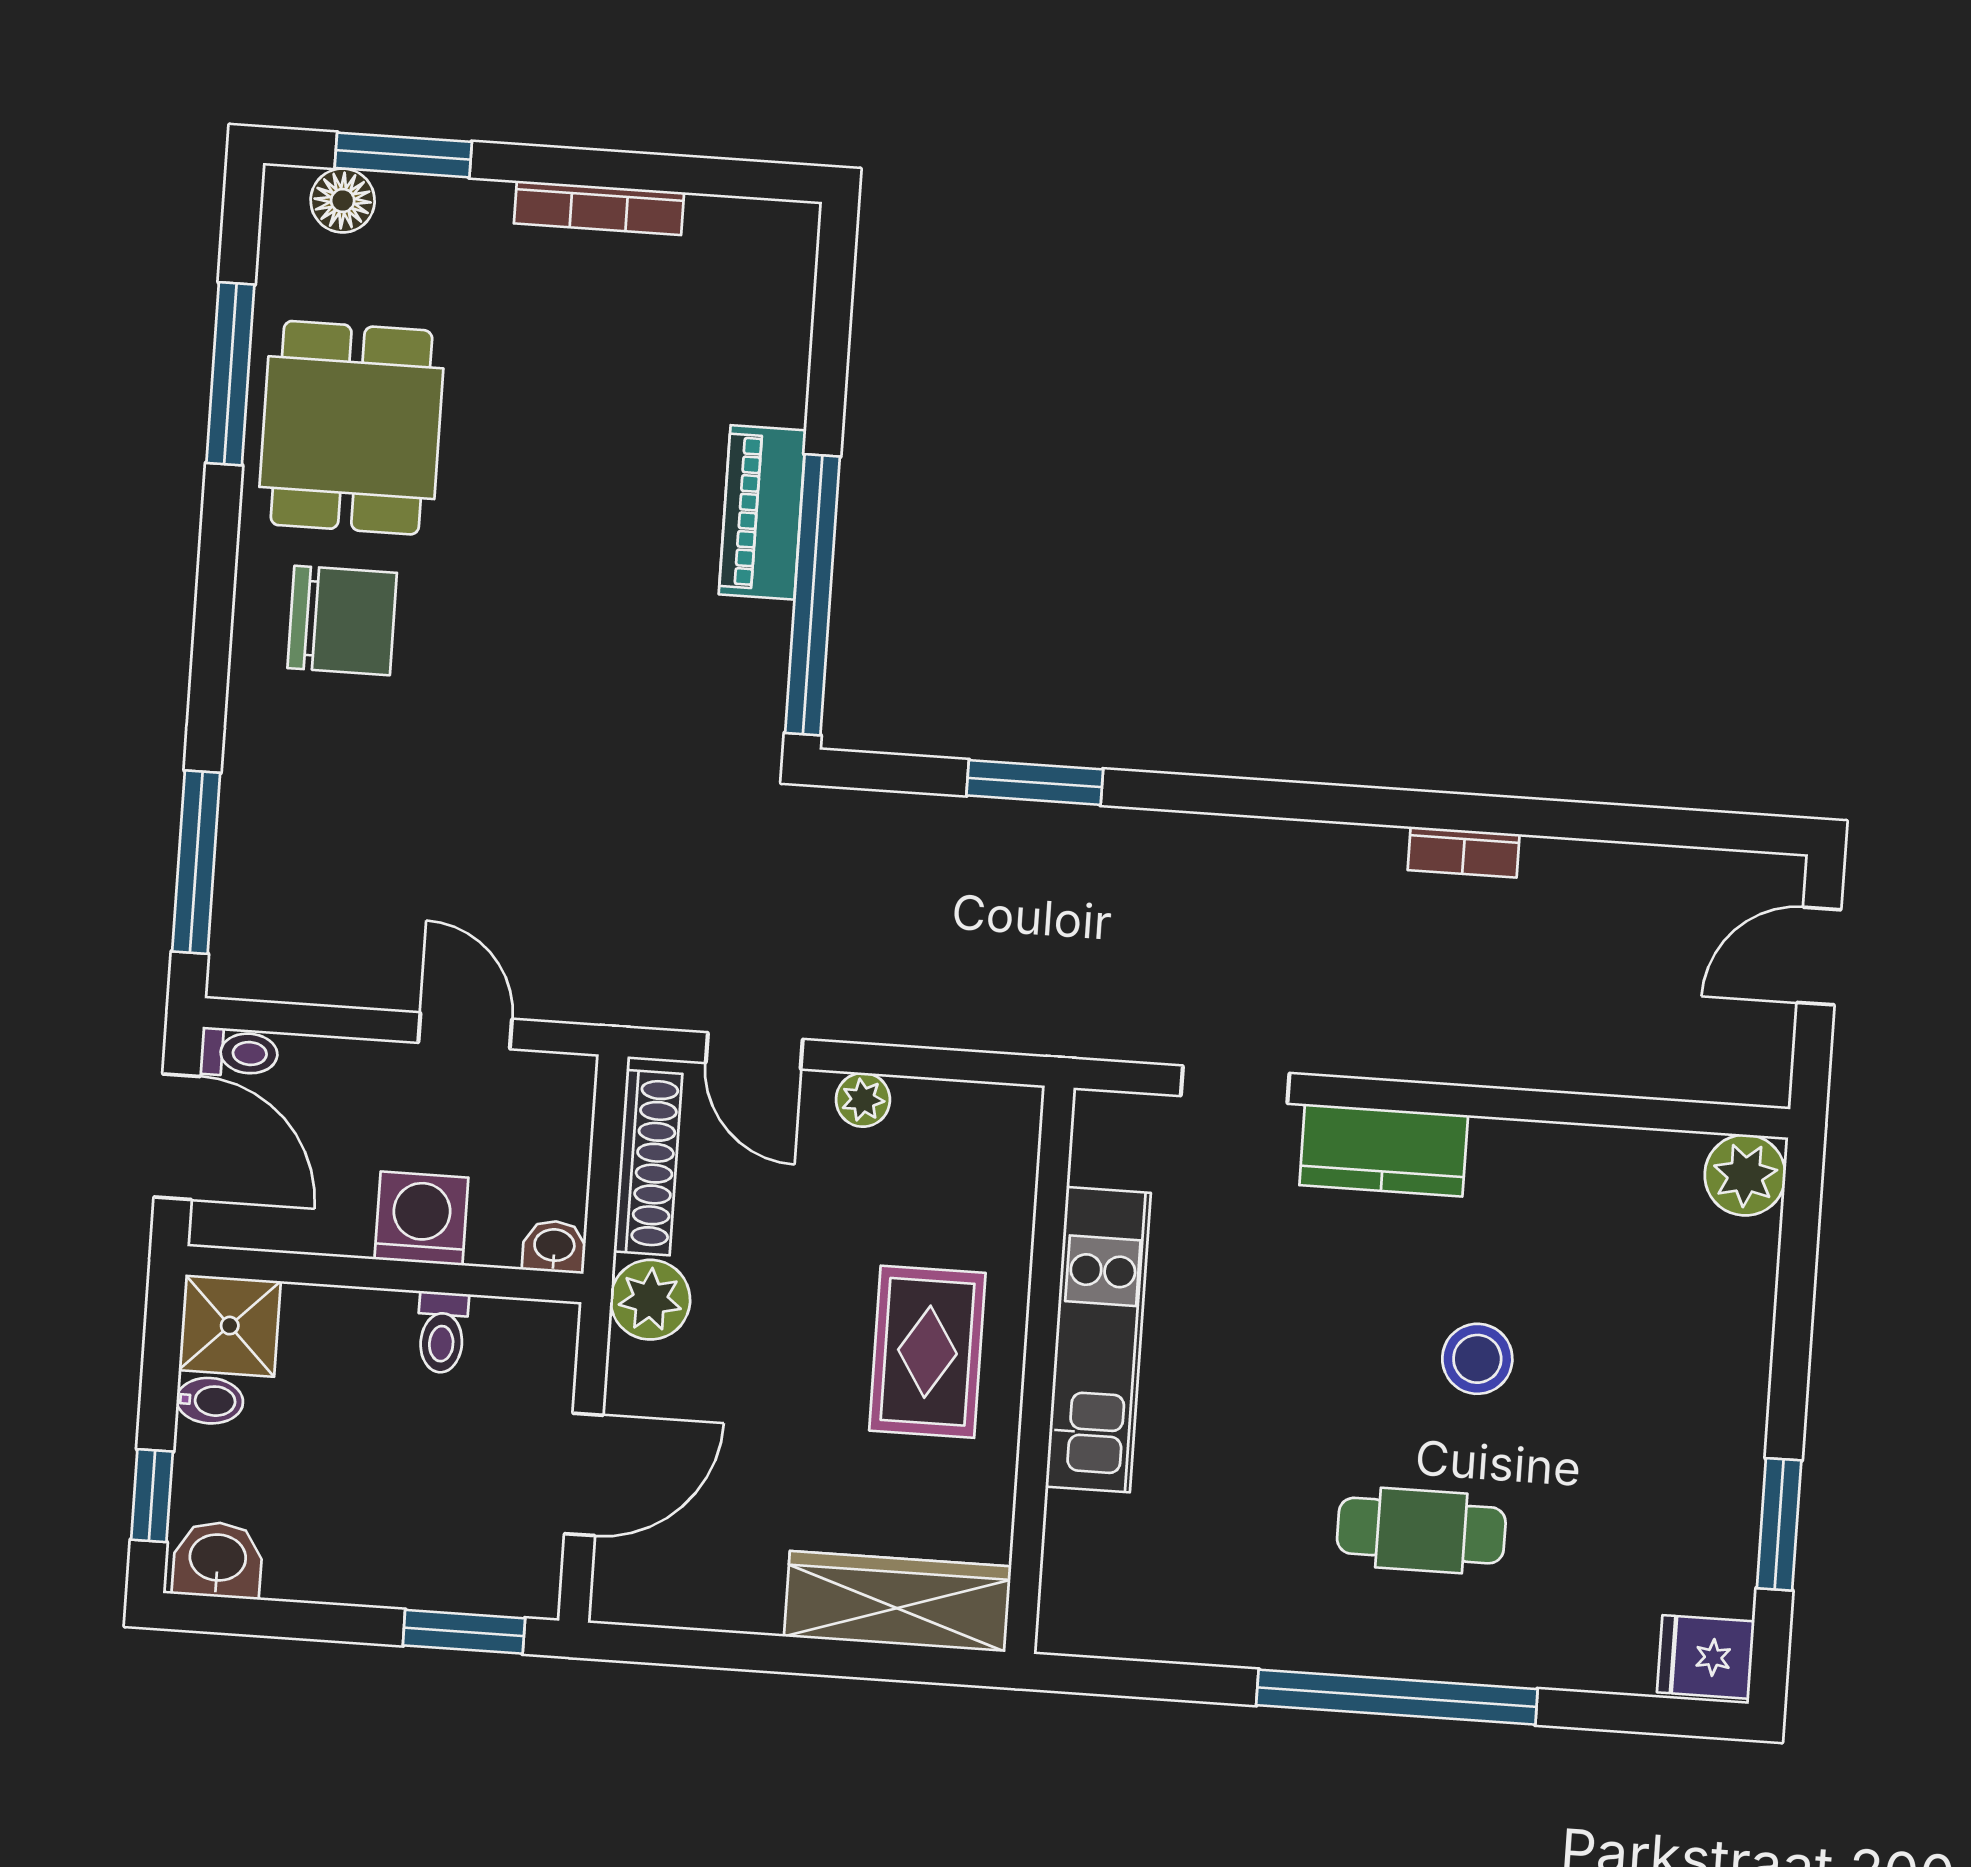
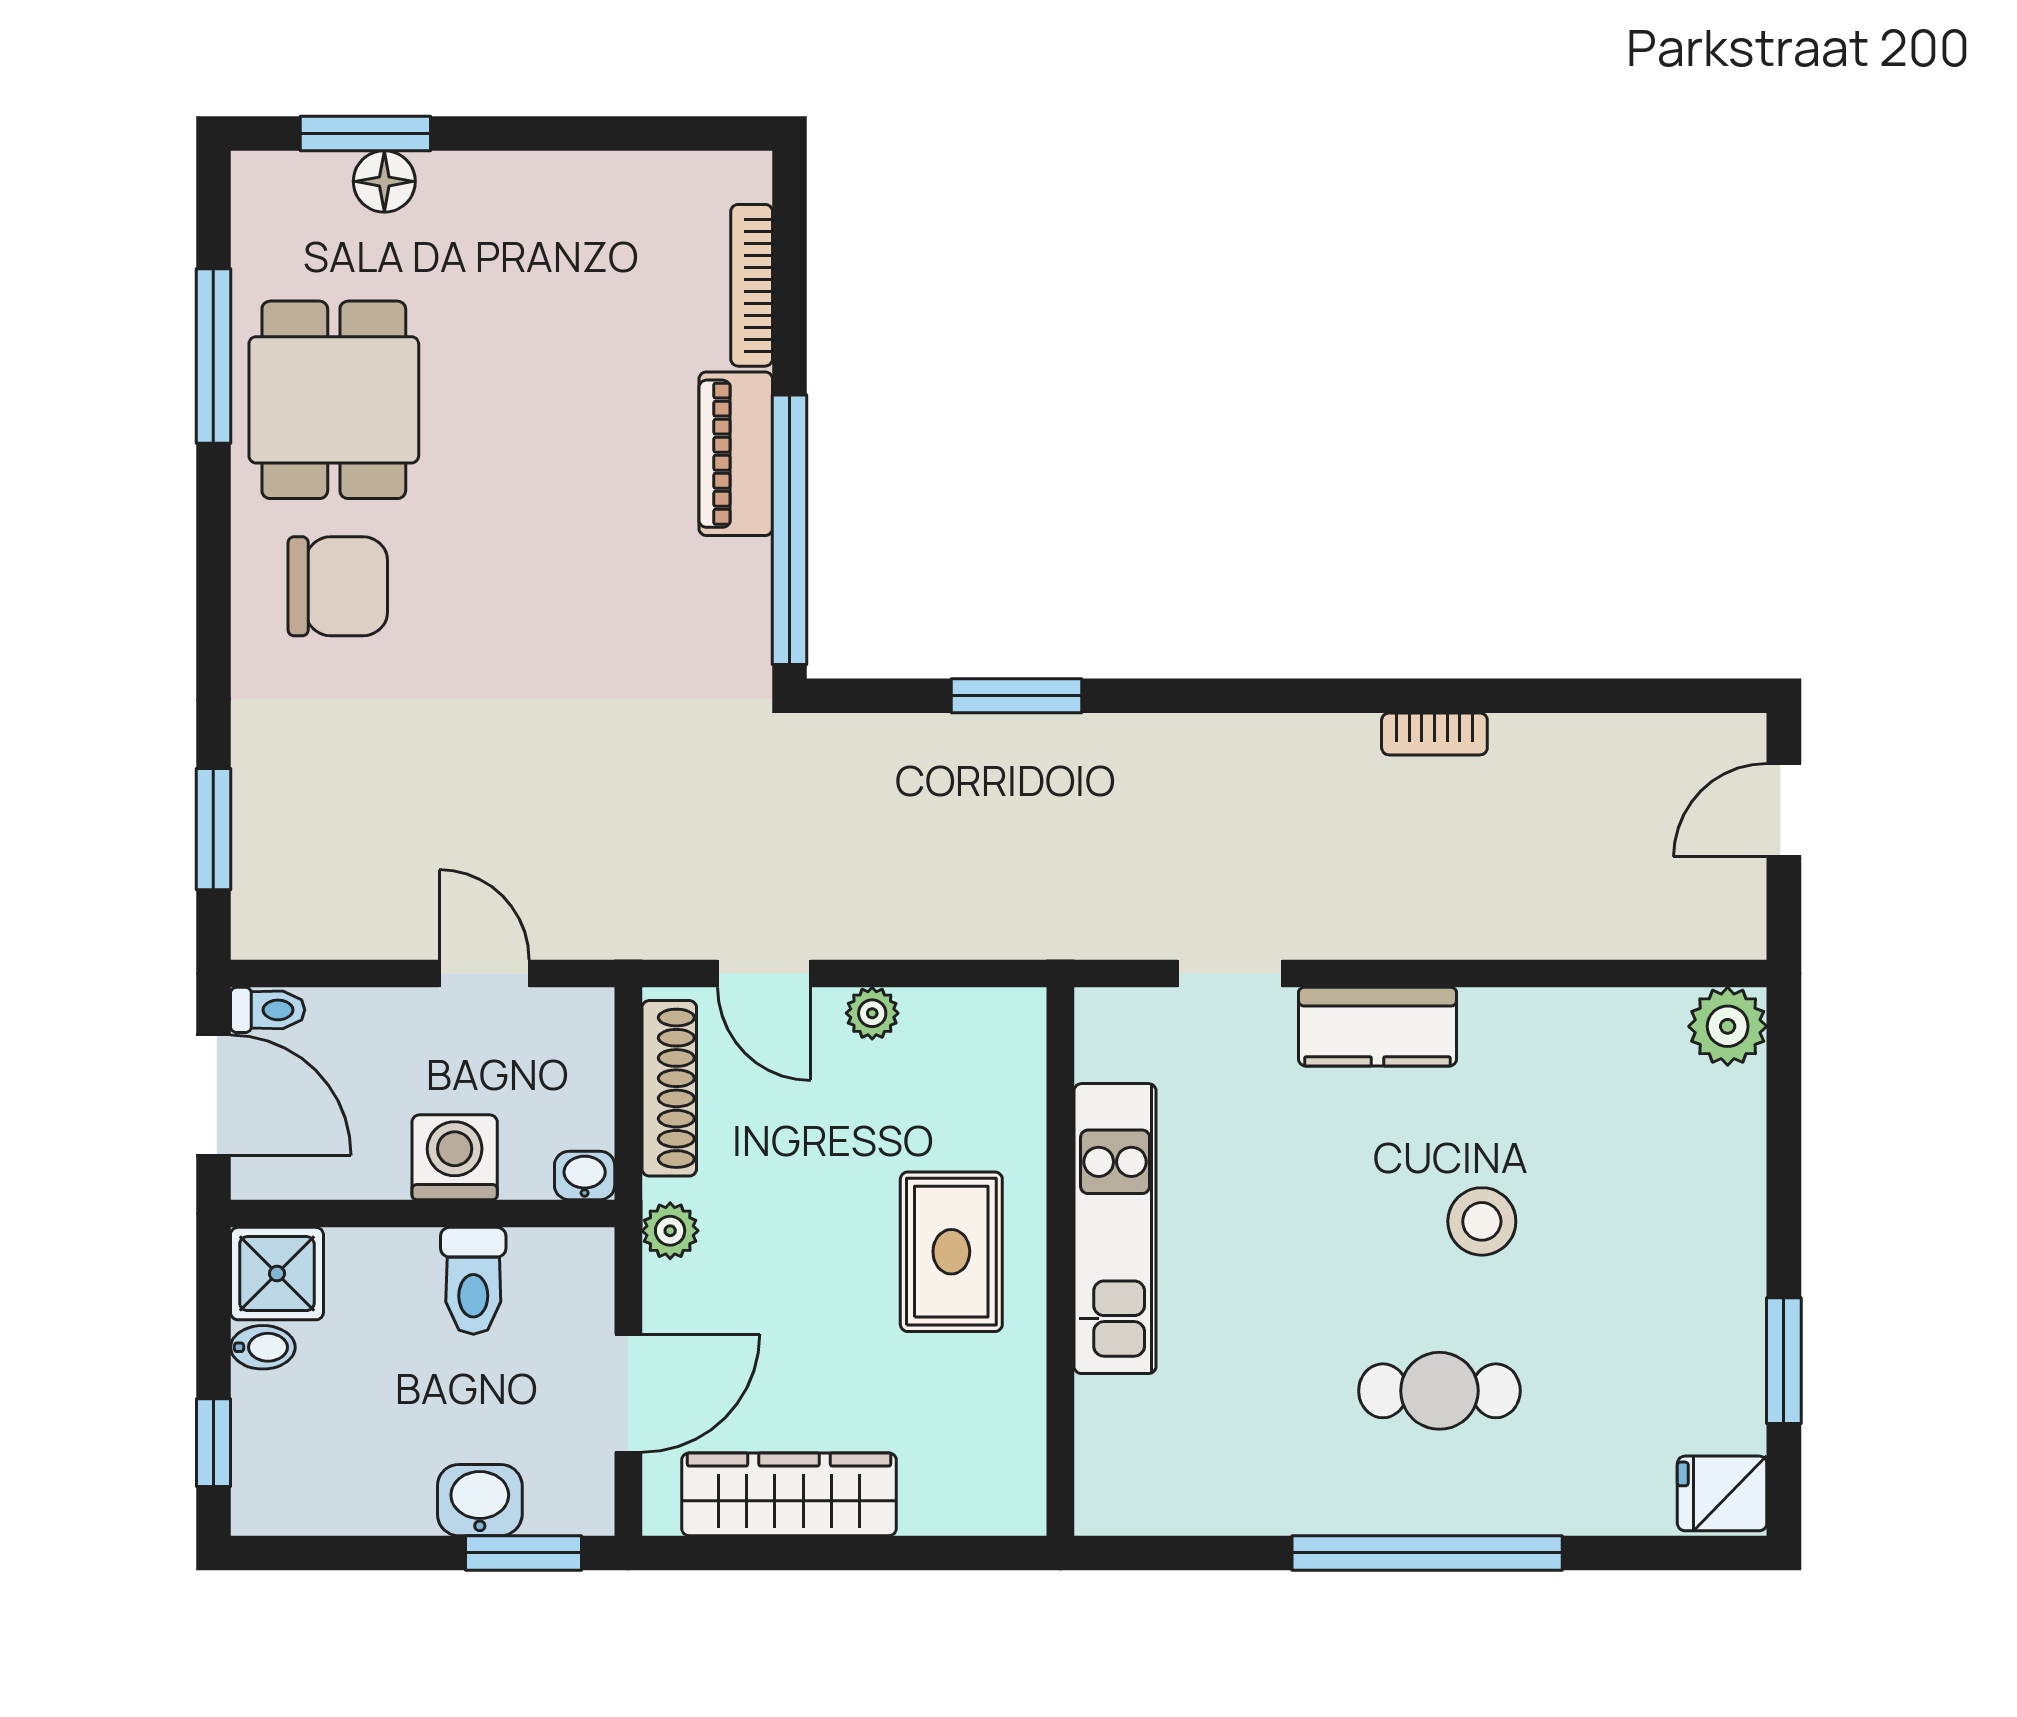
floor lamp: (343, 201) -> (384, 181), moved
bookcase: (599, 208) -> (752, 285), moved, turned 90
window: (196, 862) -> (213, 829), width x0.69
plant: (650, 1300) -> (670, 1231), width x0.73, depth x0.73
toilet: (442, 1332) -> (473, 1281), width x1.37, depth x1.39
washbasin: (218, 1560) -> (480, 1500), moved
wardrobe: (898, 1601) -> (789, 1494), moved

